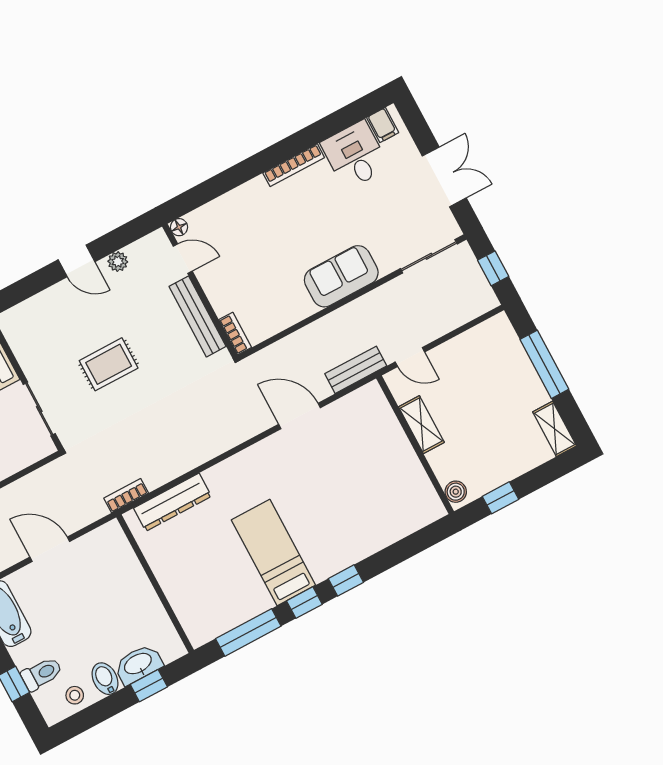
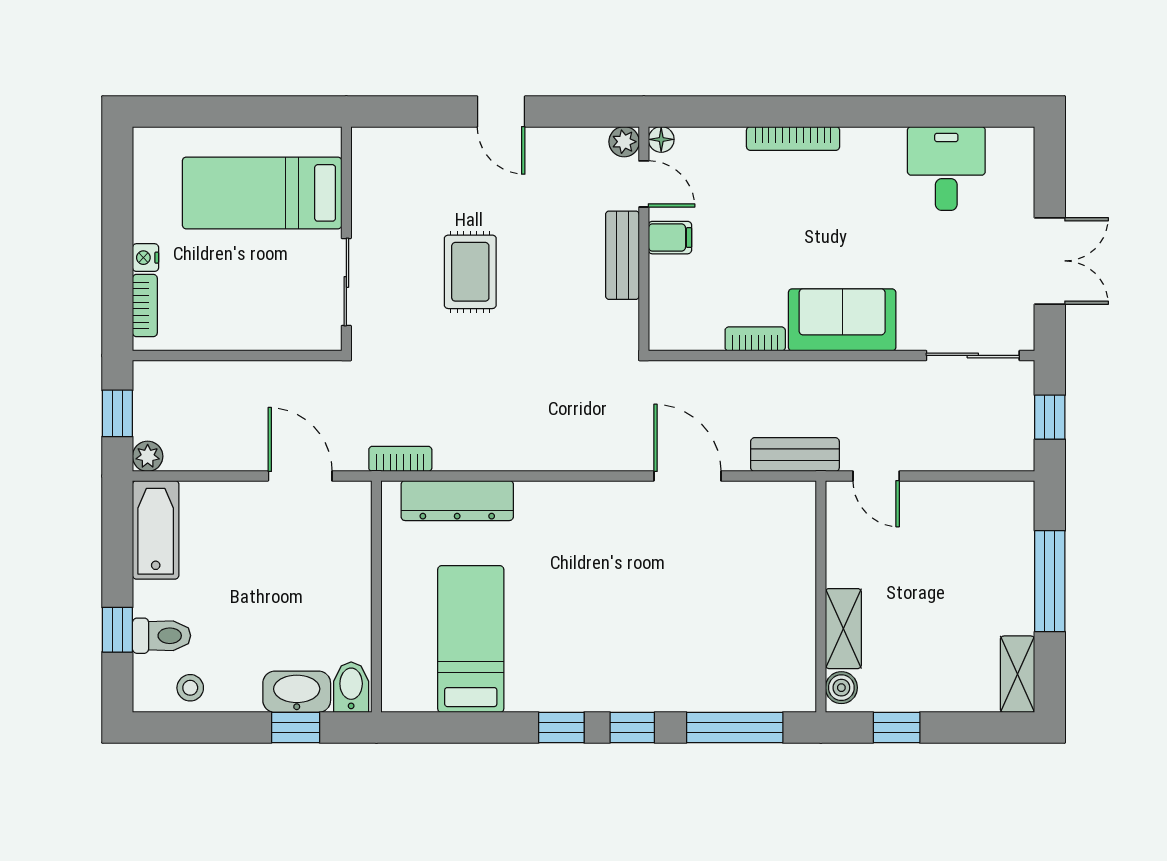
filing cabinet: (383, 125) -> (670, 238), moved, turned -90
bookcase: (294, 165) -> (793, 138), moved
plant: (118, 262) -> (624, 142), moved
bench: (197, 316) -> (622, 255), width x0.73
bookcase: (235, 334) -> (755, 339), moved, turned -90
rug: (109, 364) -> (470, 272), turned 90
shelving: (421, 425) -> (843, 629), moved
door: (50, 549) -> (300, 476), moved
bed: (273, 553) -> (471, 639), moved
window: (248, 632) -> (735, 728), moved
bidet: (105, 679) -> (351, 687), moved

